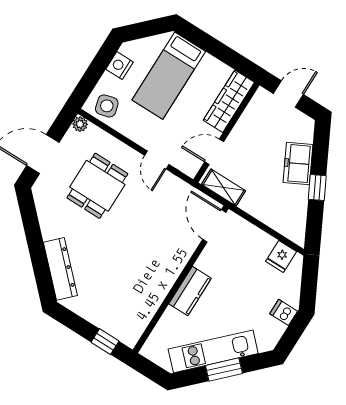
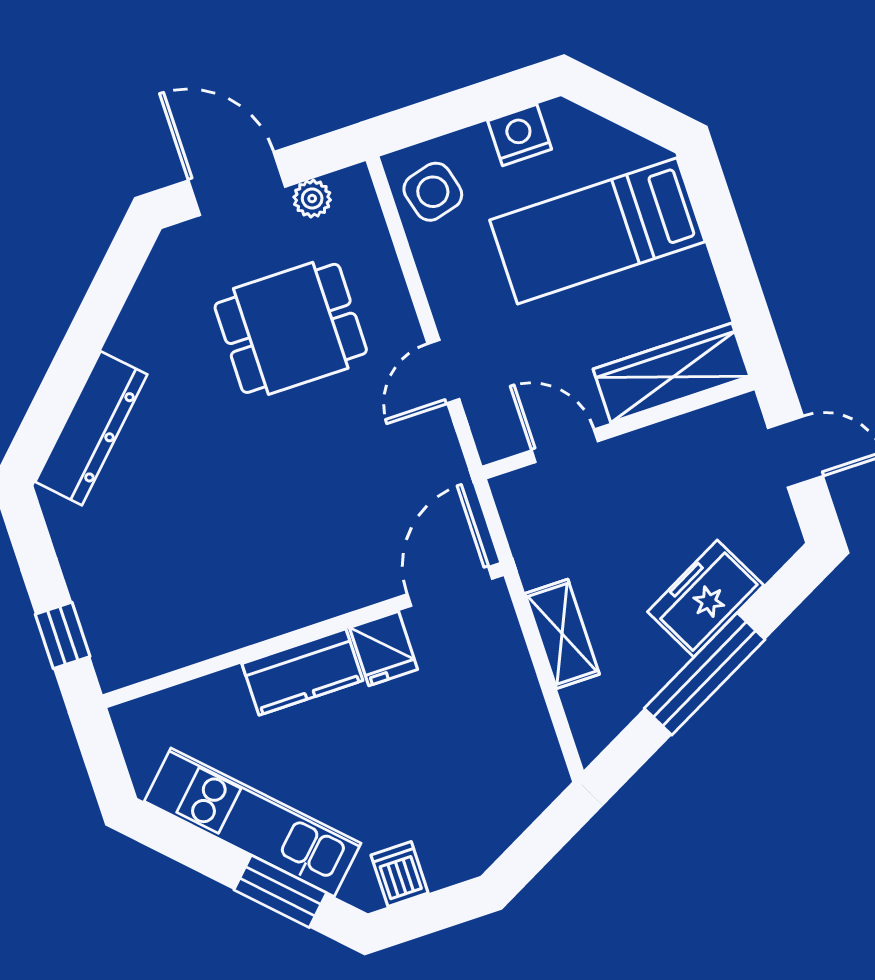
plant: (80, 124) -> (312, 199), moved
shelving: (224, 188) -> (562, 634), moved
window: (317, 188) -> (705, 674), width x2.17
fridge: (281, 256) -> (384, 649), moved, turned -90
dishwasher: (284, 312) -> (400, 874), moved
window: (224, 369) -> (280, 891), moved

